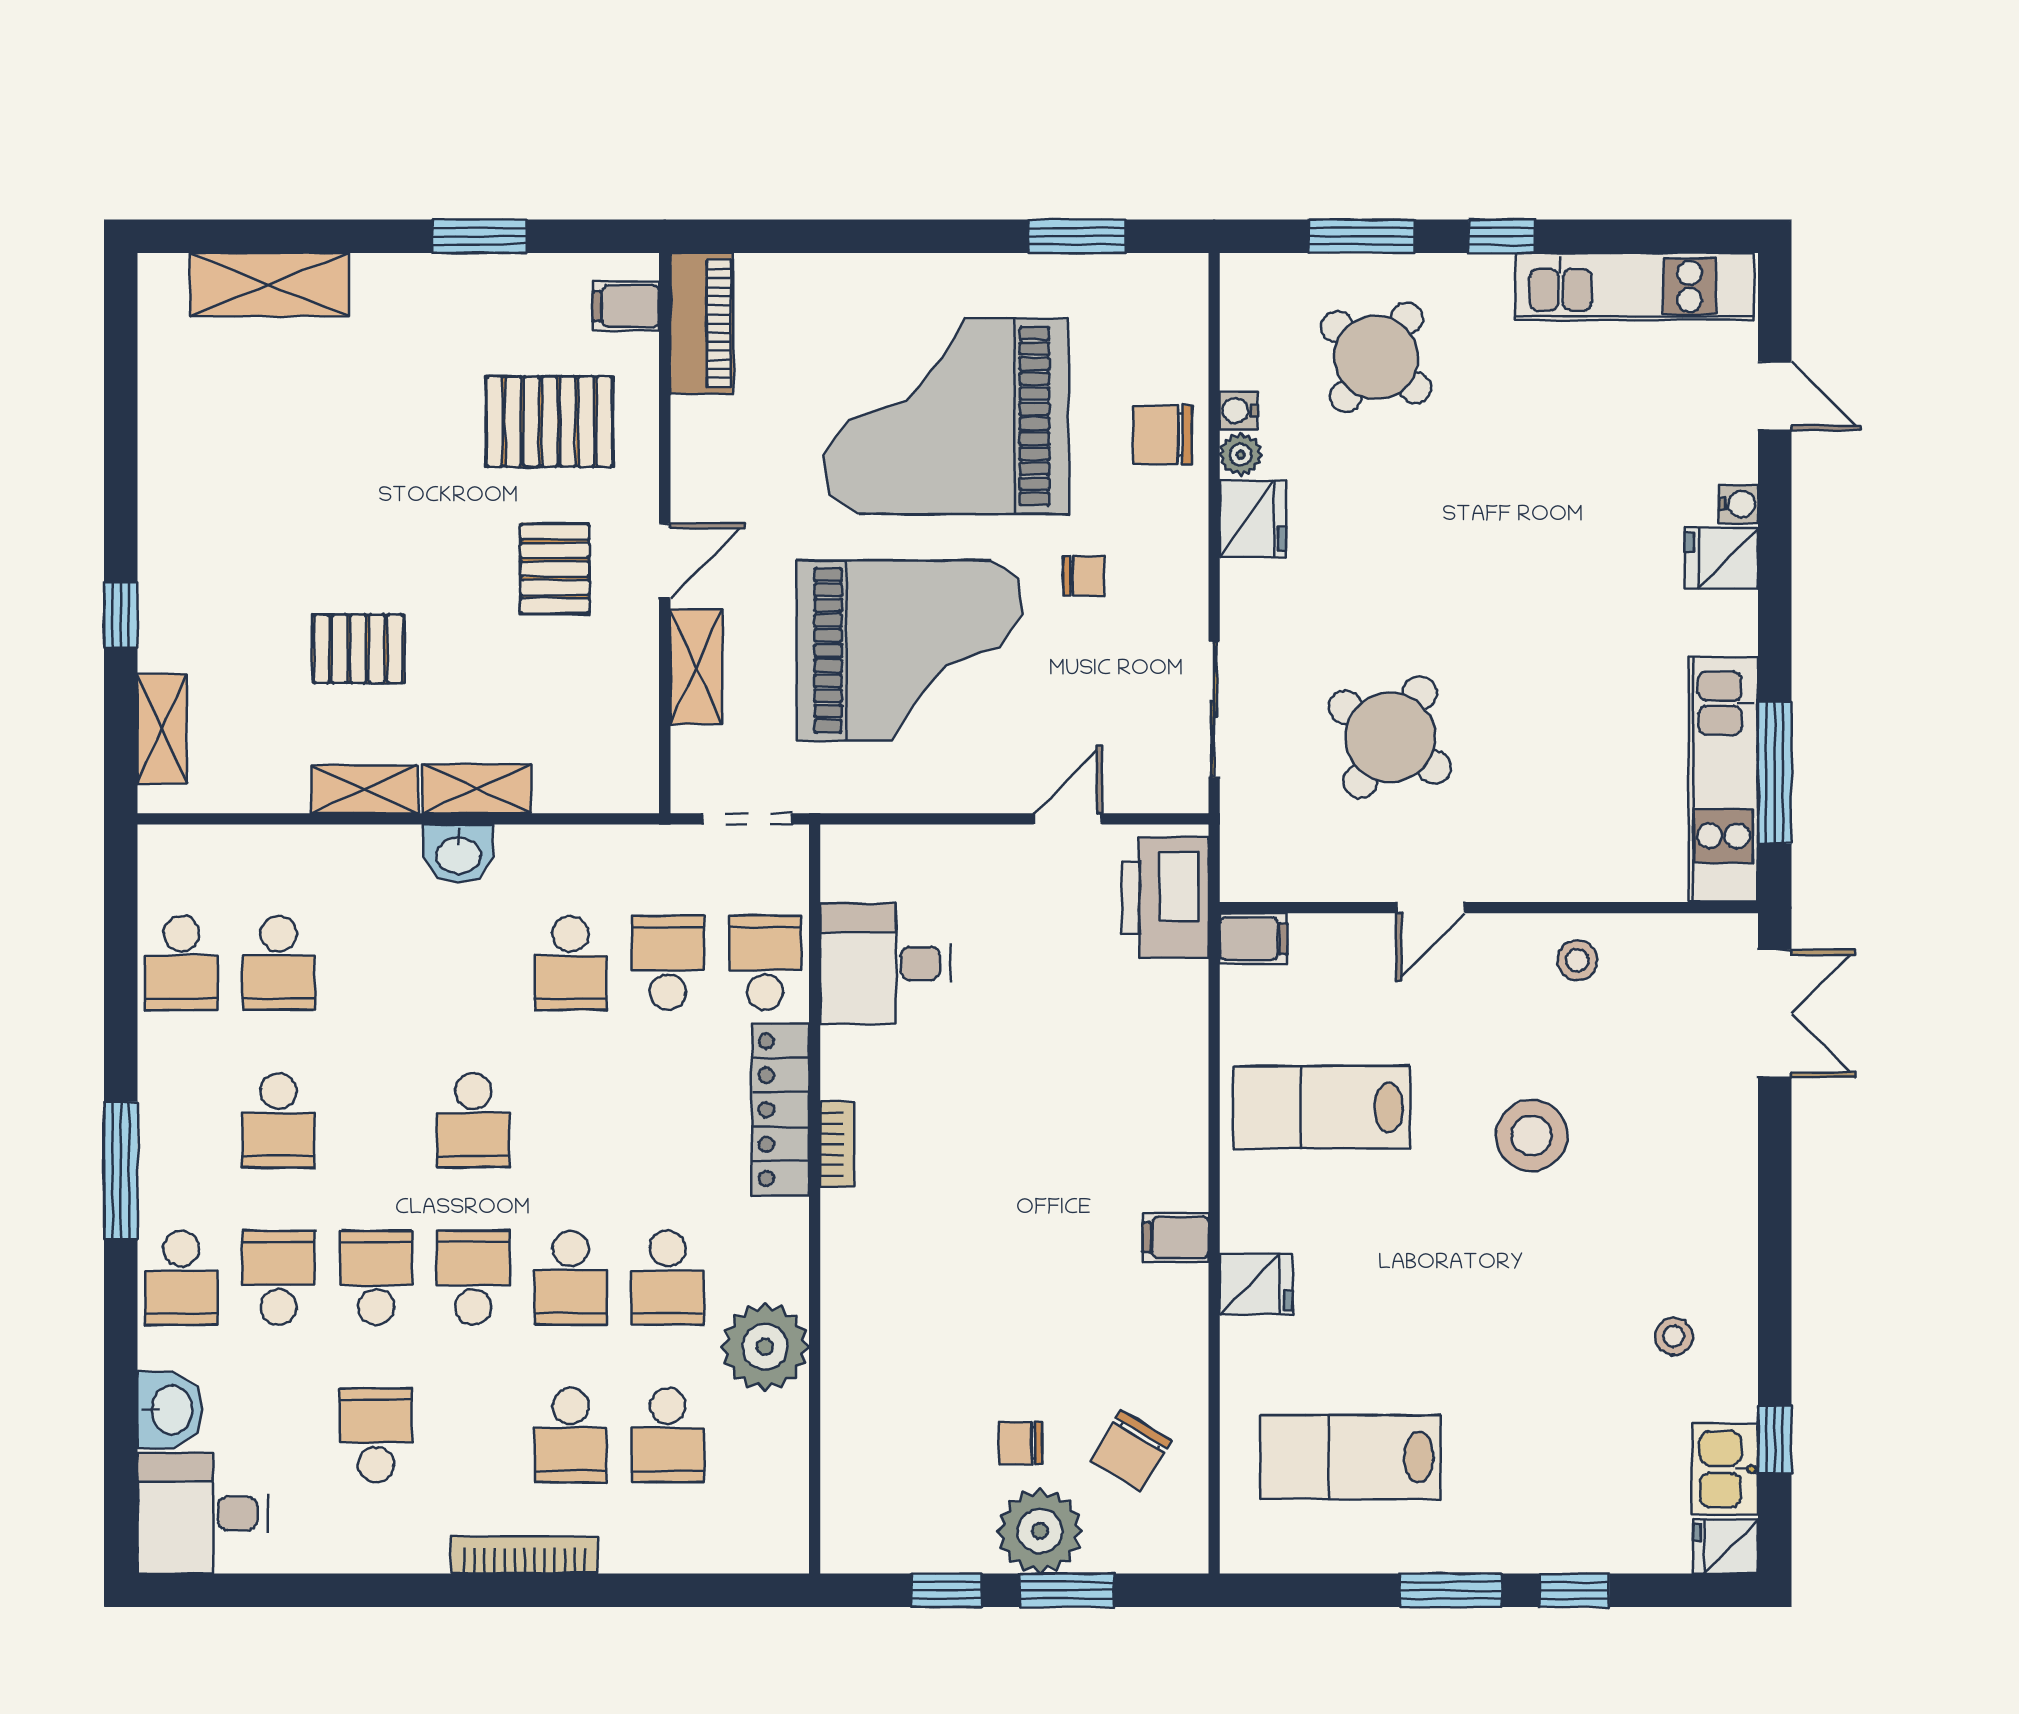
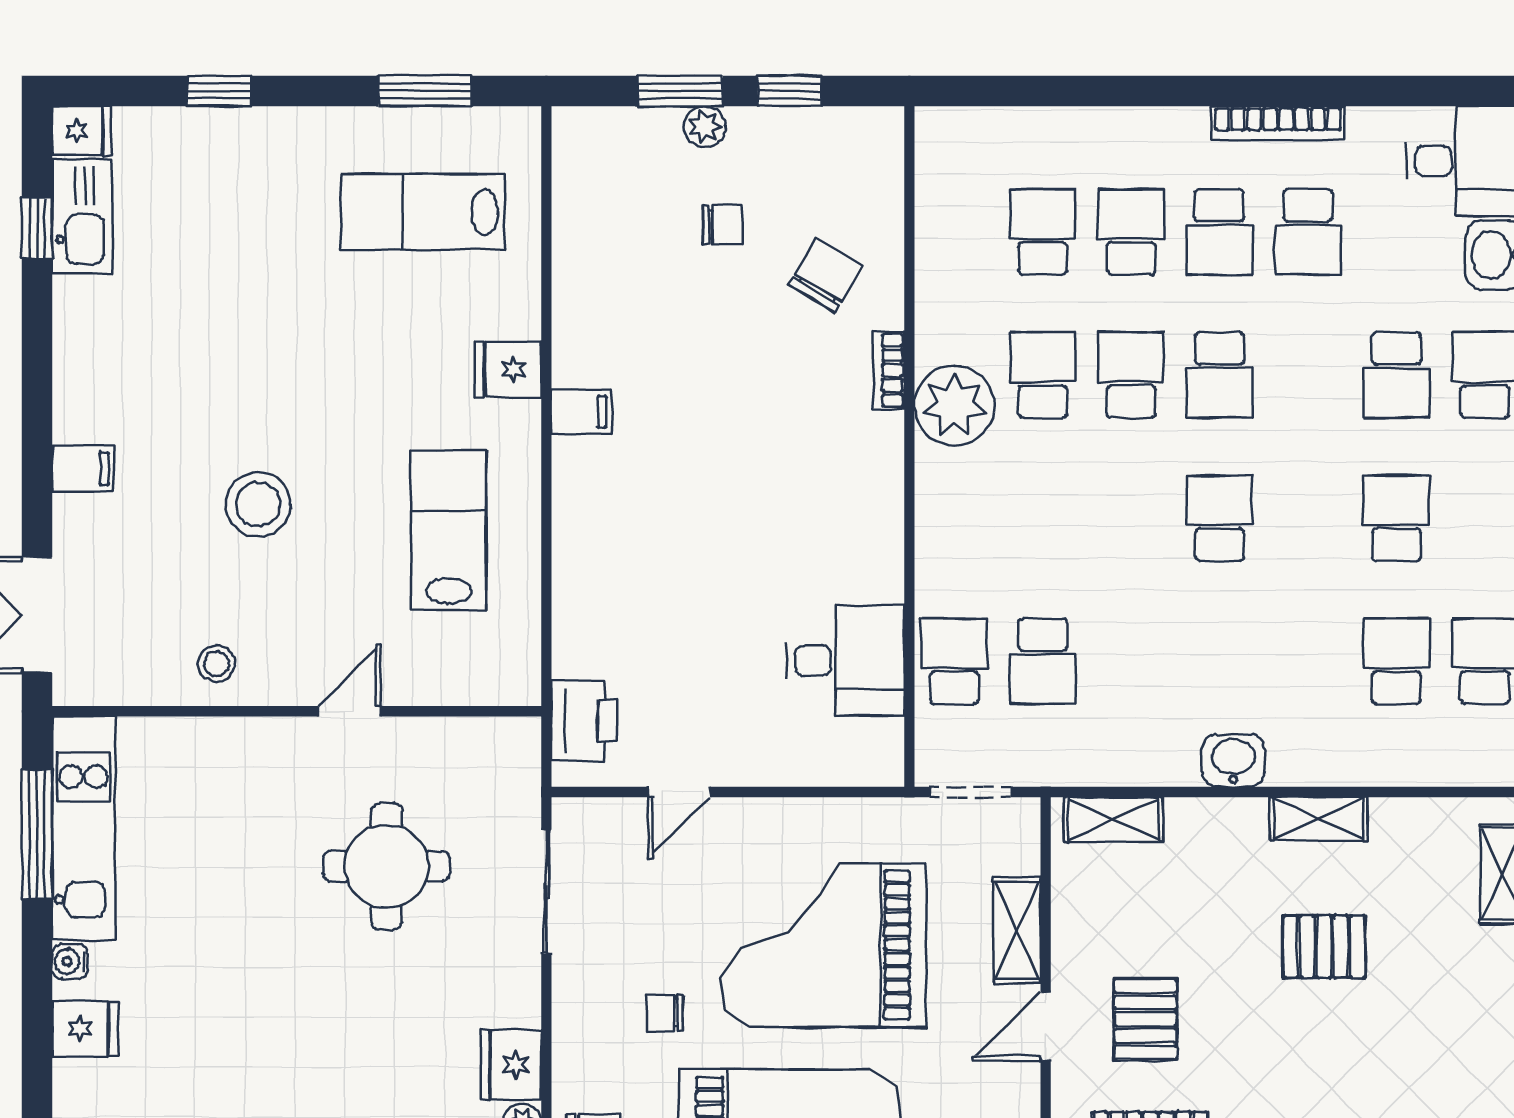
water cooler: (1738, 504) -> (70, 961), moved
round table: (1390, 737) -> (386, 866), turned -34
shelving: (477, 789) -> (1113, 819), moved
printer: (1165, 897) -> (584, 721), width x0.73, depth x0.84
filing cabinet: (1253, 939) -> (83, 469), moved, turned 180
school desk: (571, 963) -> (1131, 661), removed
school desk: (765, 963) -> (954, 661), turned 180
lab bench: (1322, 1107) -> (449, 530), turned -90
locker: (781, 1110) -> (940, 528), removed
bookcase: (837, 1144) -> (889, 370), moved
school desk: (376, 1278) -> (1220, 232), moved
stool: (1674, 1336) -> (129, 322), removed
plant: (765, 1347) -> (954, 406), moved
chair: (1131, 1451) -> (826, 276), moved
lab bench: (1350, 1457) -> (422, 212), turned 180
kitchen sink: (1725, 1469) -> (82, 216), width x1.38
plant: (1040, 1531) -> (705, 127), width x0.53, depth x0.53
bookcase: (525, 1555) -> (1278, 123), moved
window: (1450, 1590) -> (425, 91), moved

